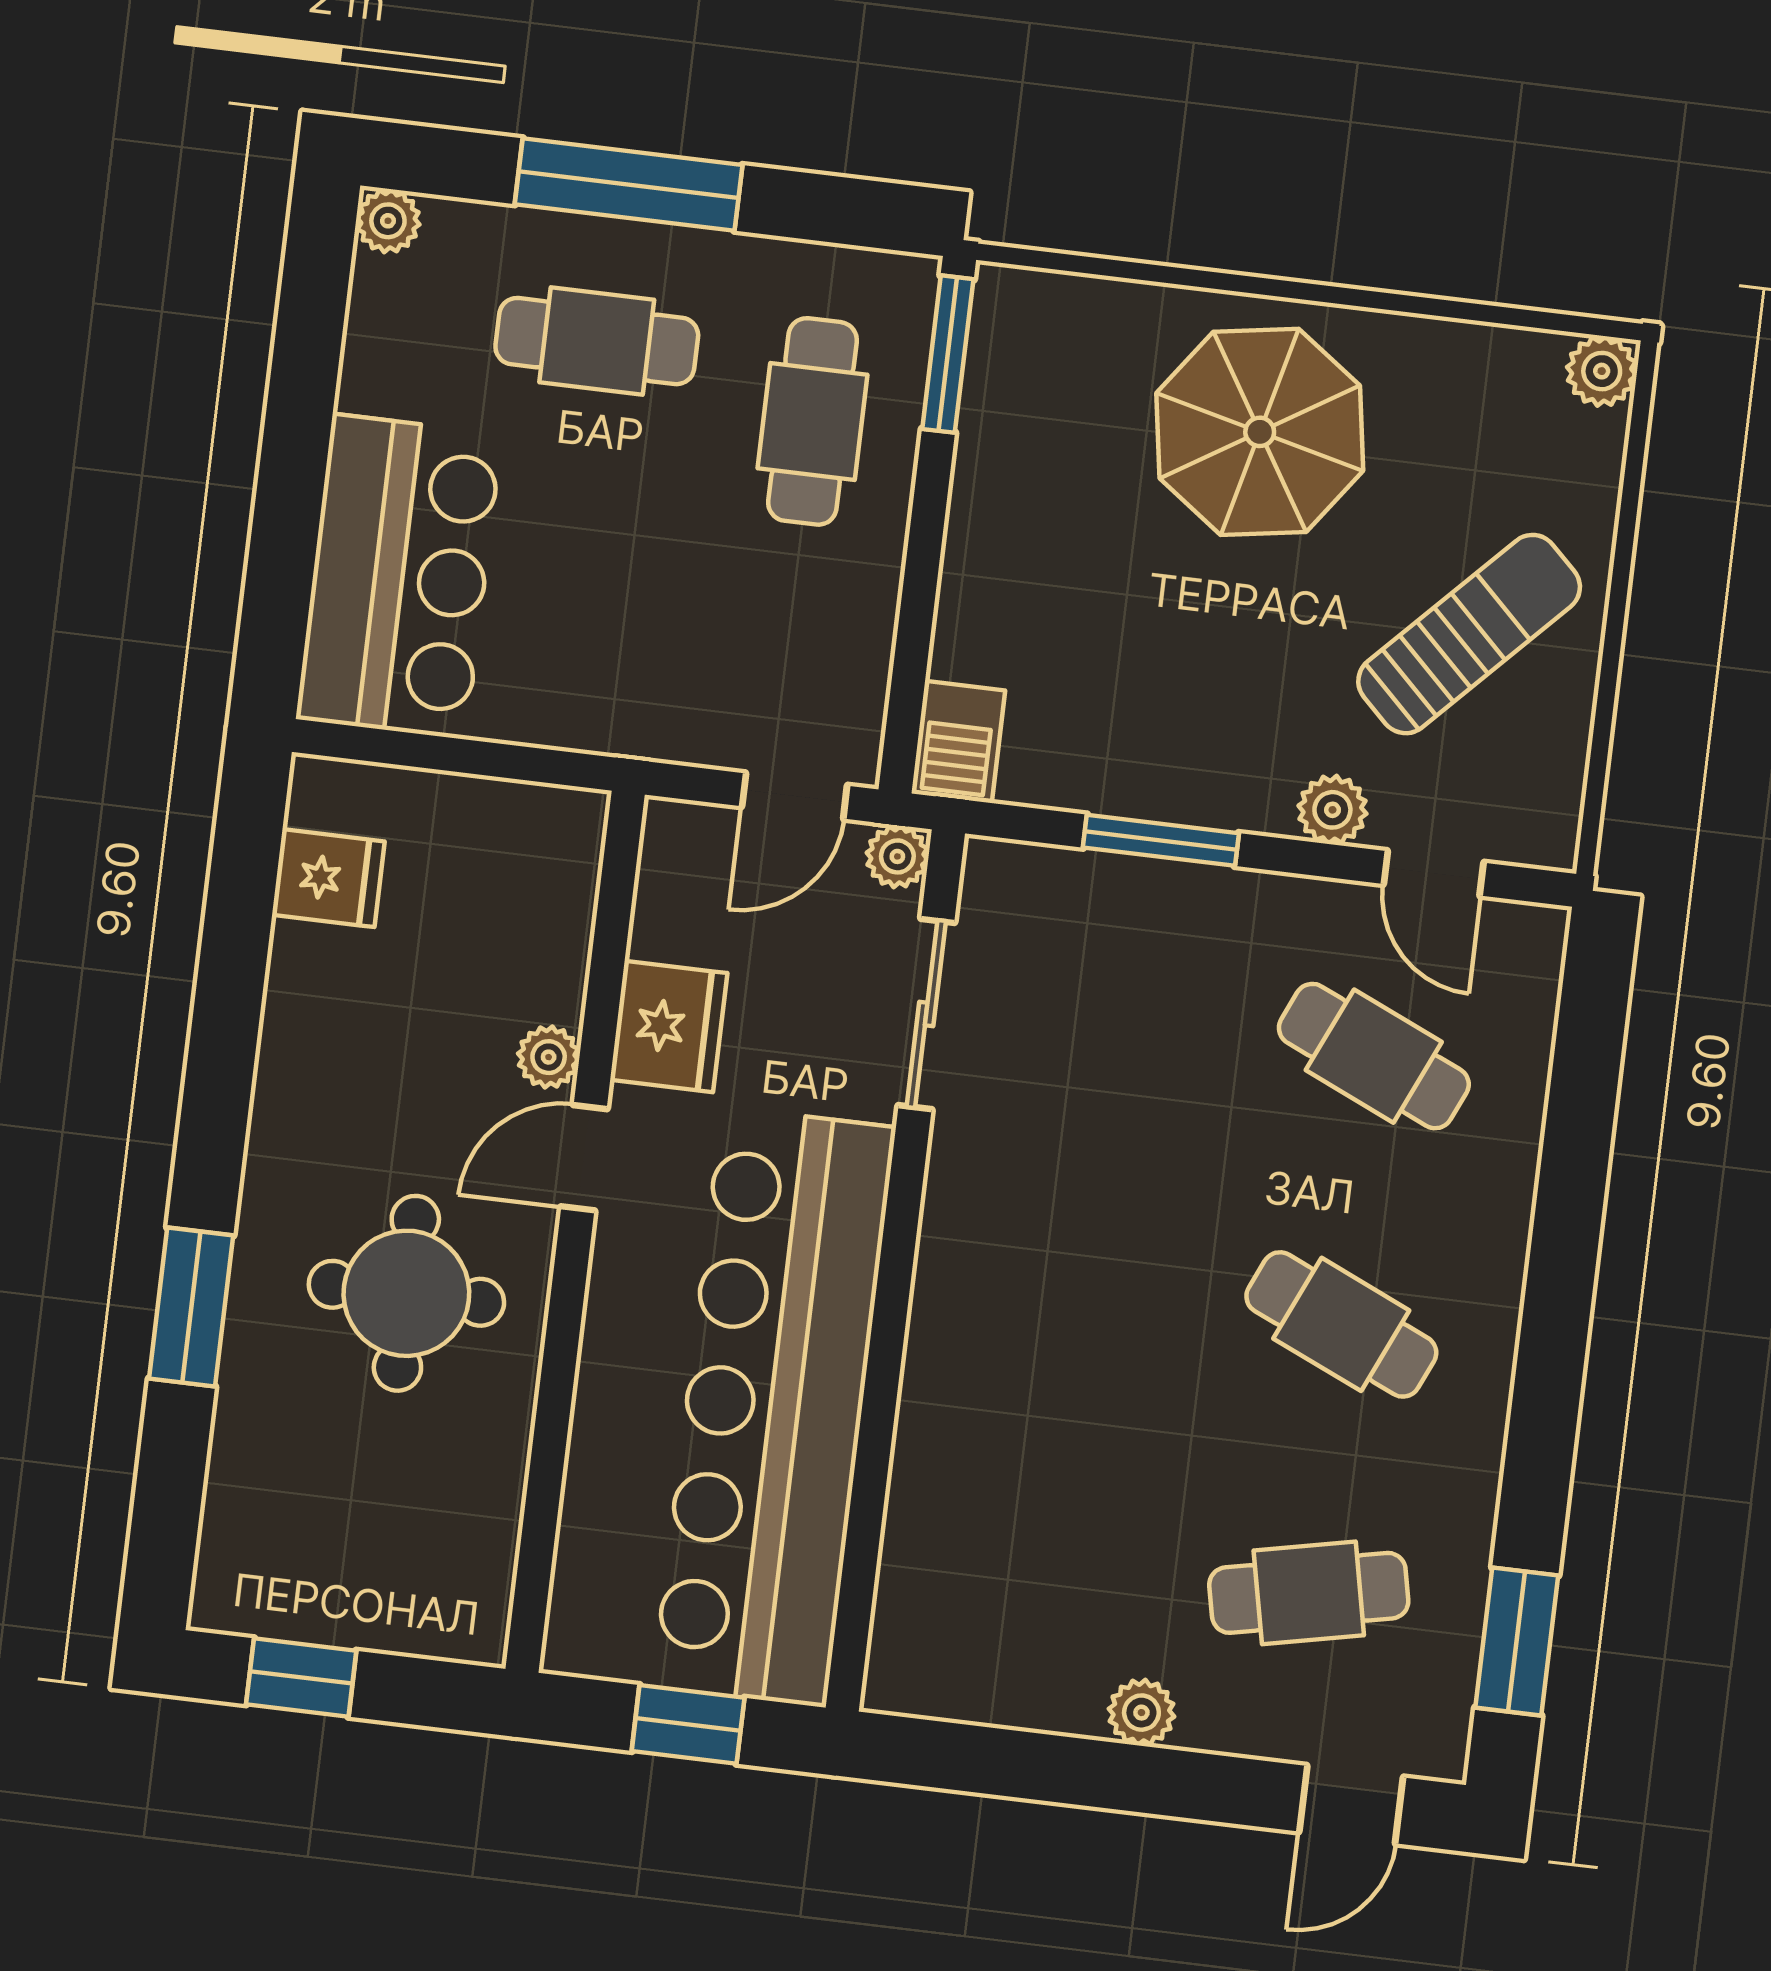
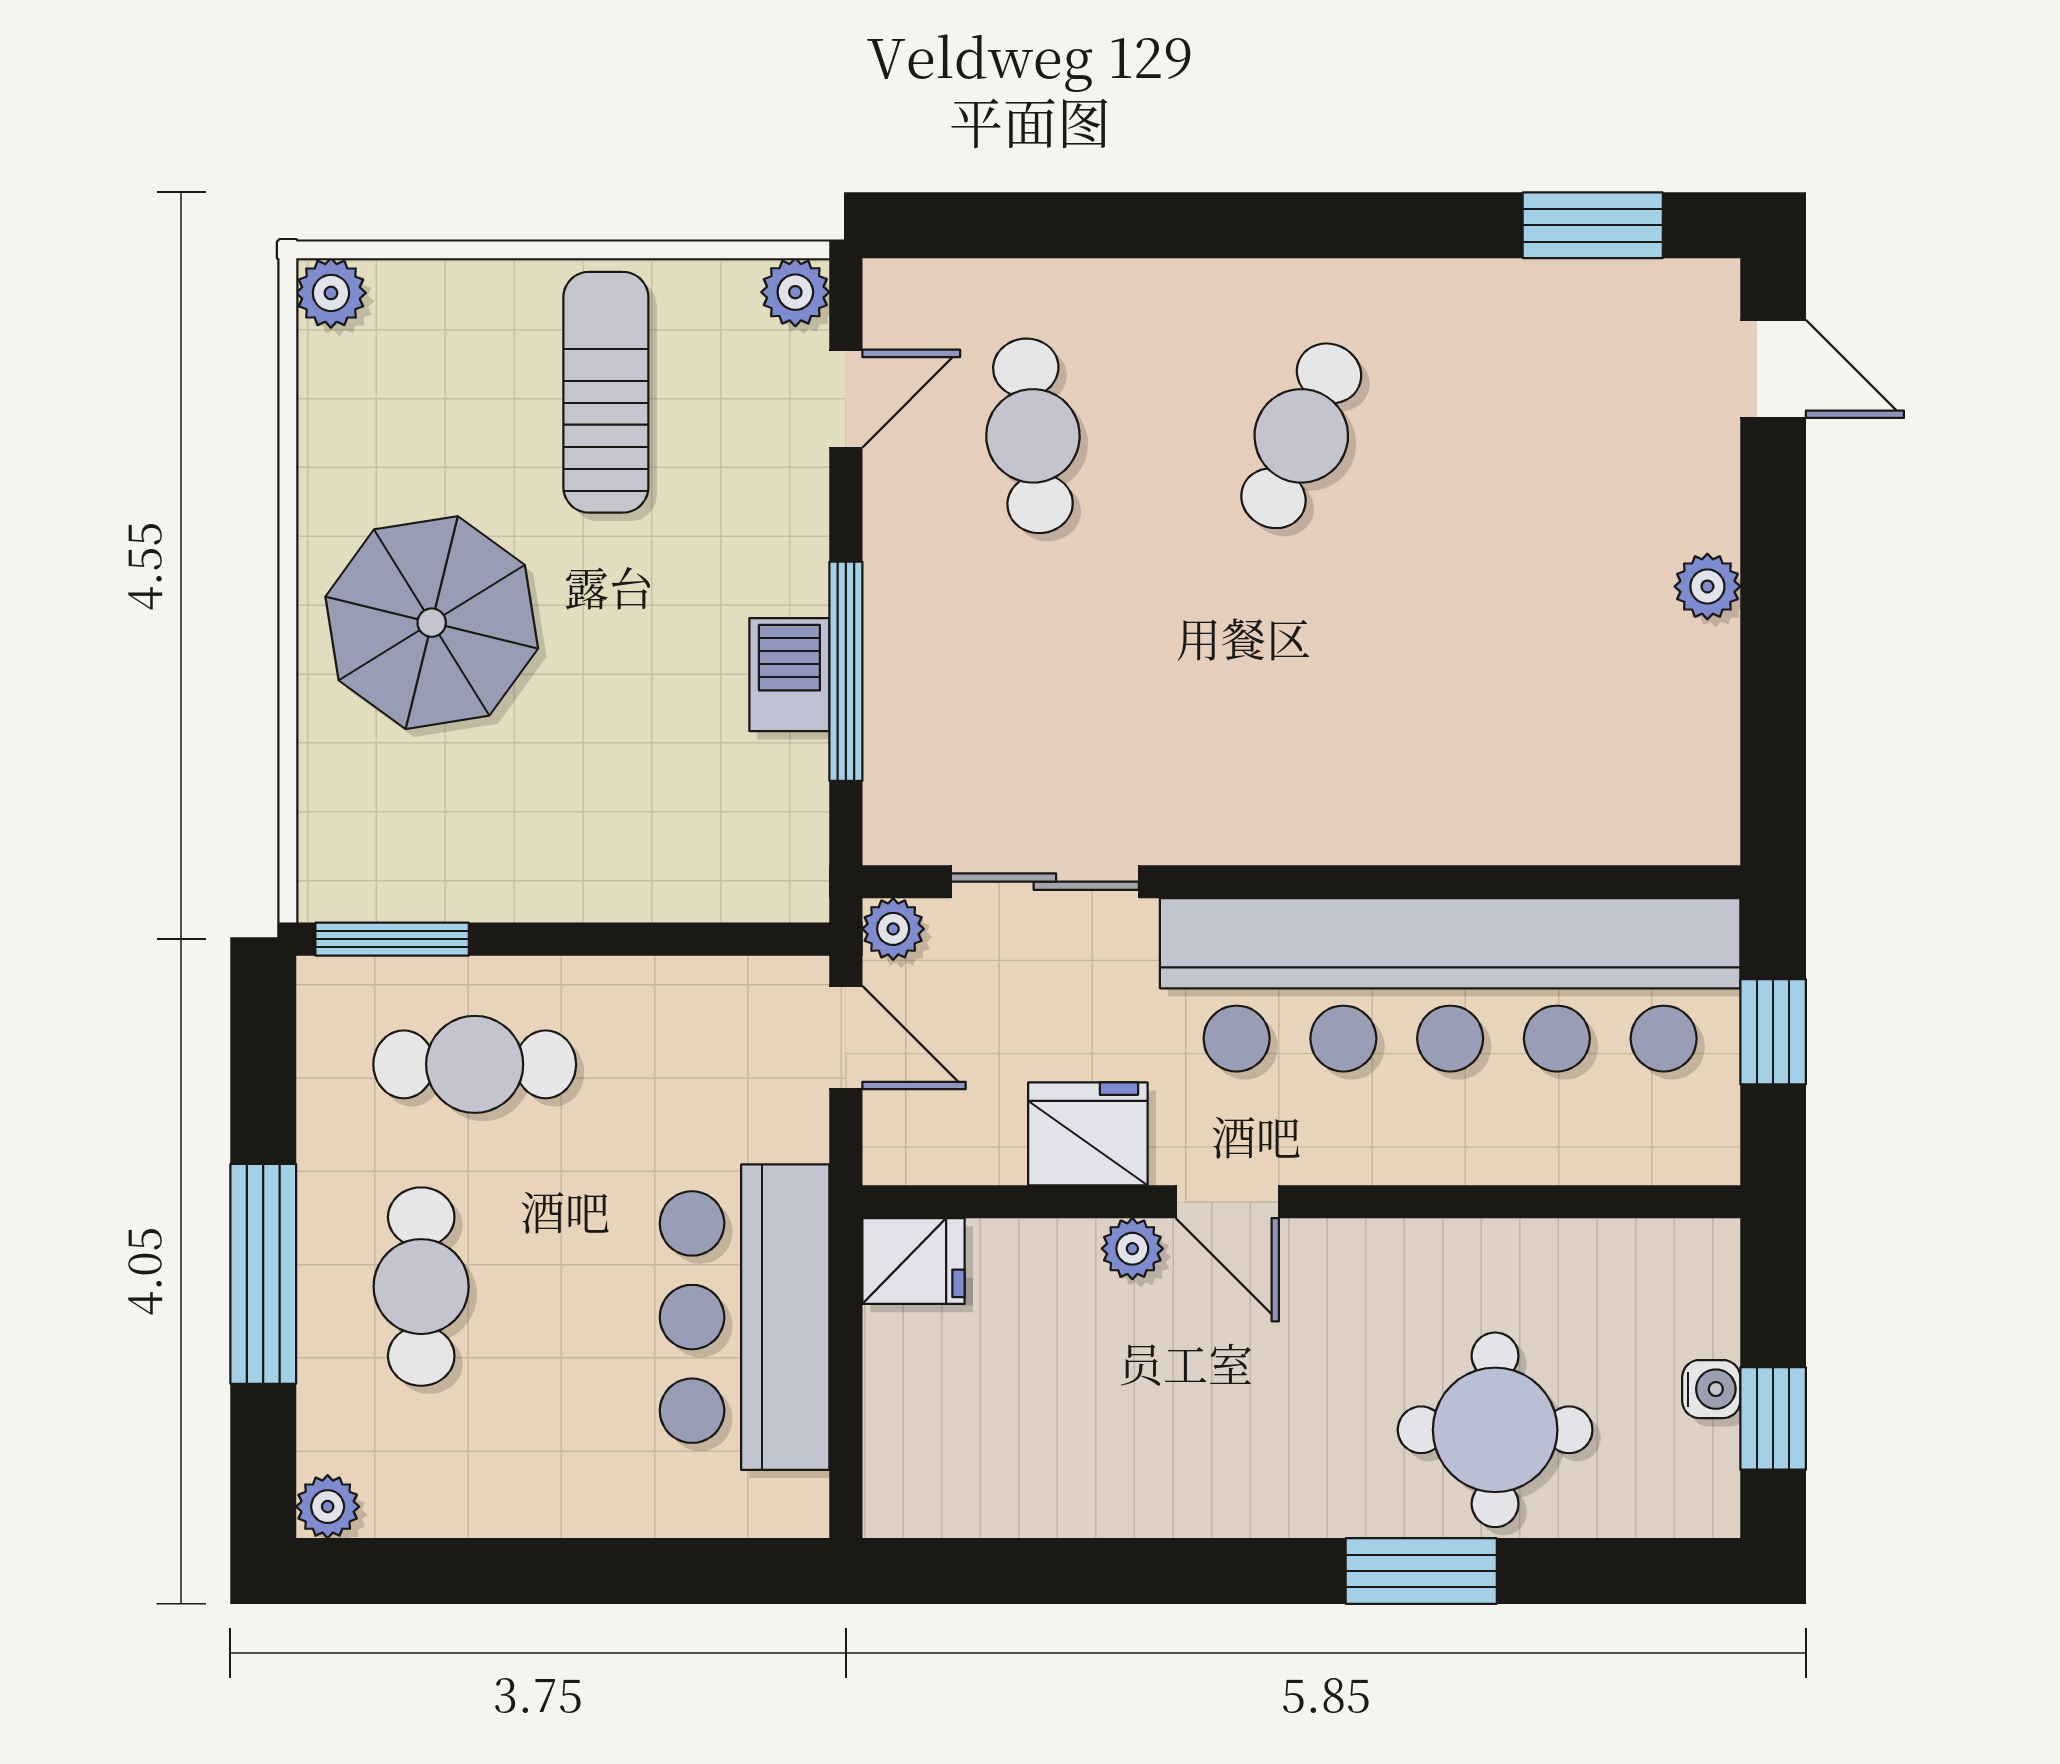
bar counter: (399, 577) -> (745, 1317), moved, turned -90
sun lounger: (1469, 634) -> (606, 392), turned 46
barbecue: (958, 742) -> (789, 675), moved, turned -90
plant: (1332, 810) -> (795, 292), moved
window: (1161, 840) -> (846, 671), width x1.44
fridge: (328, 878) -> (913, 1261), moved, turned 90
cafe table: (1374, 1056) -> (1033, 436), turned -30
round table: (406, 1293) -> (1495, 1430), moved
cafe table: (1309, 1593) -> (1570, 436), removed
water cooler: (338, 1619) -> (1711, 1389), added

